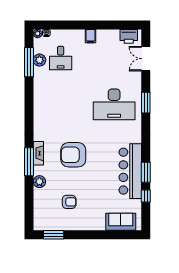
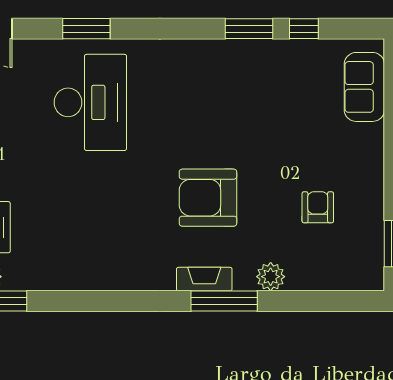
armchair: (73, 155) -> (208, 198), turned 90
bar counter: (130, 171) -> (246, 65), removed

